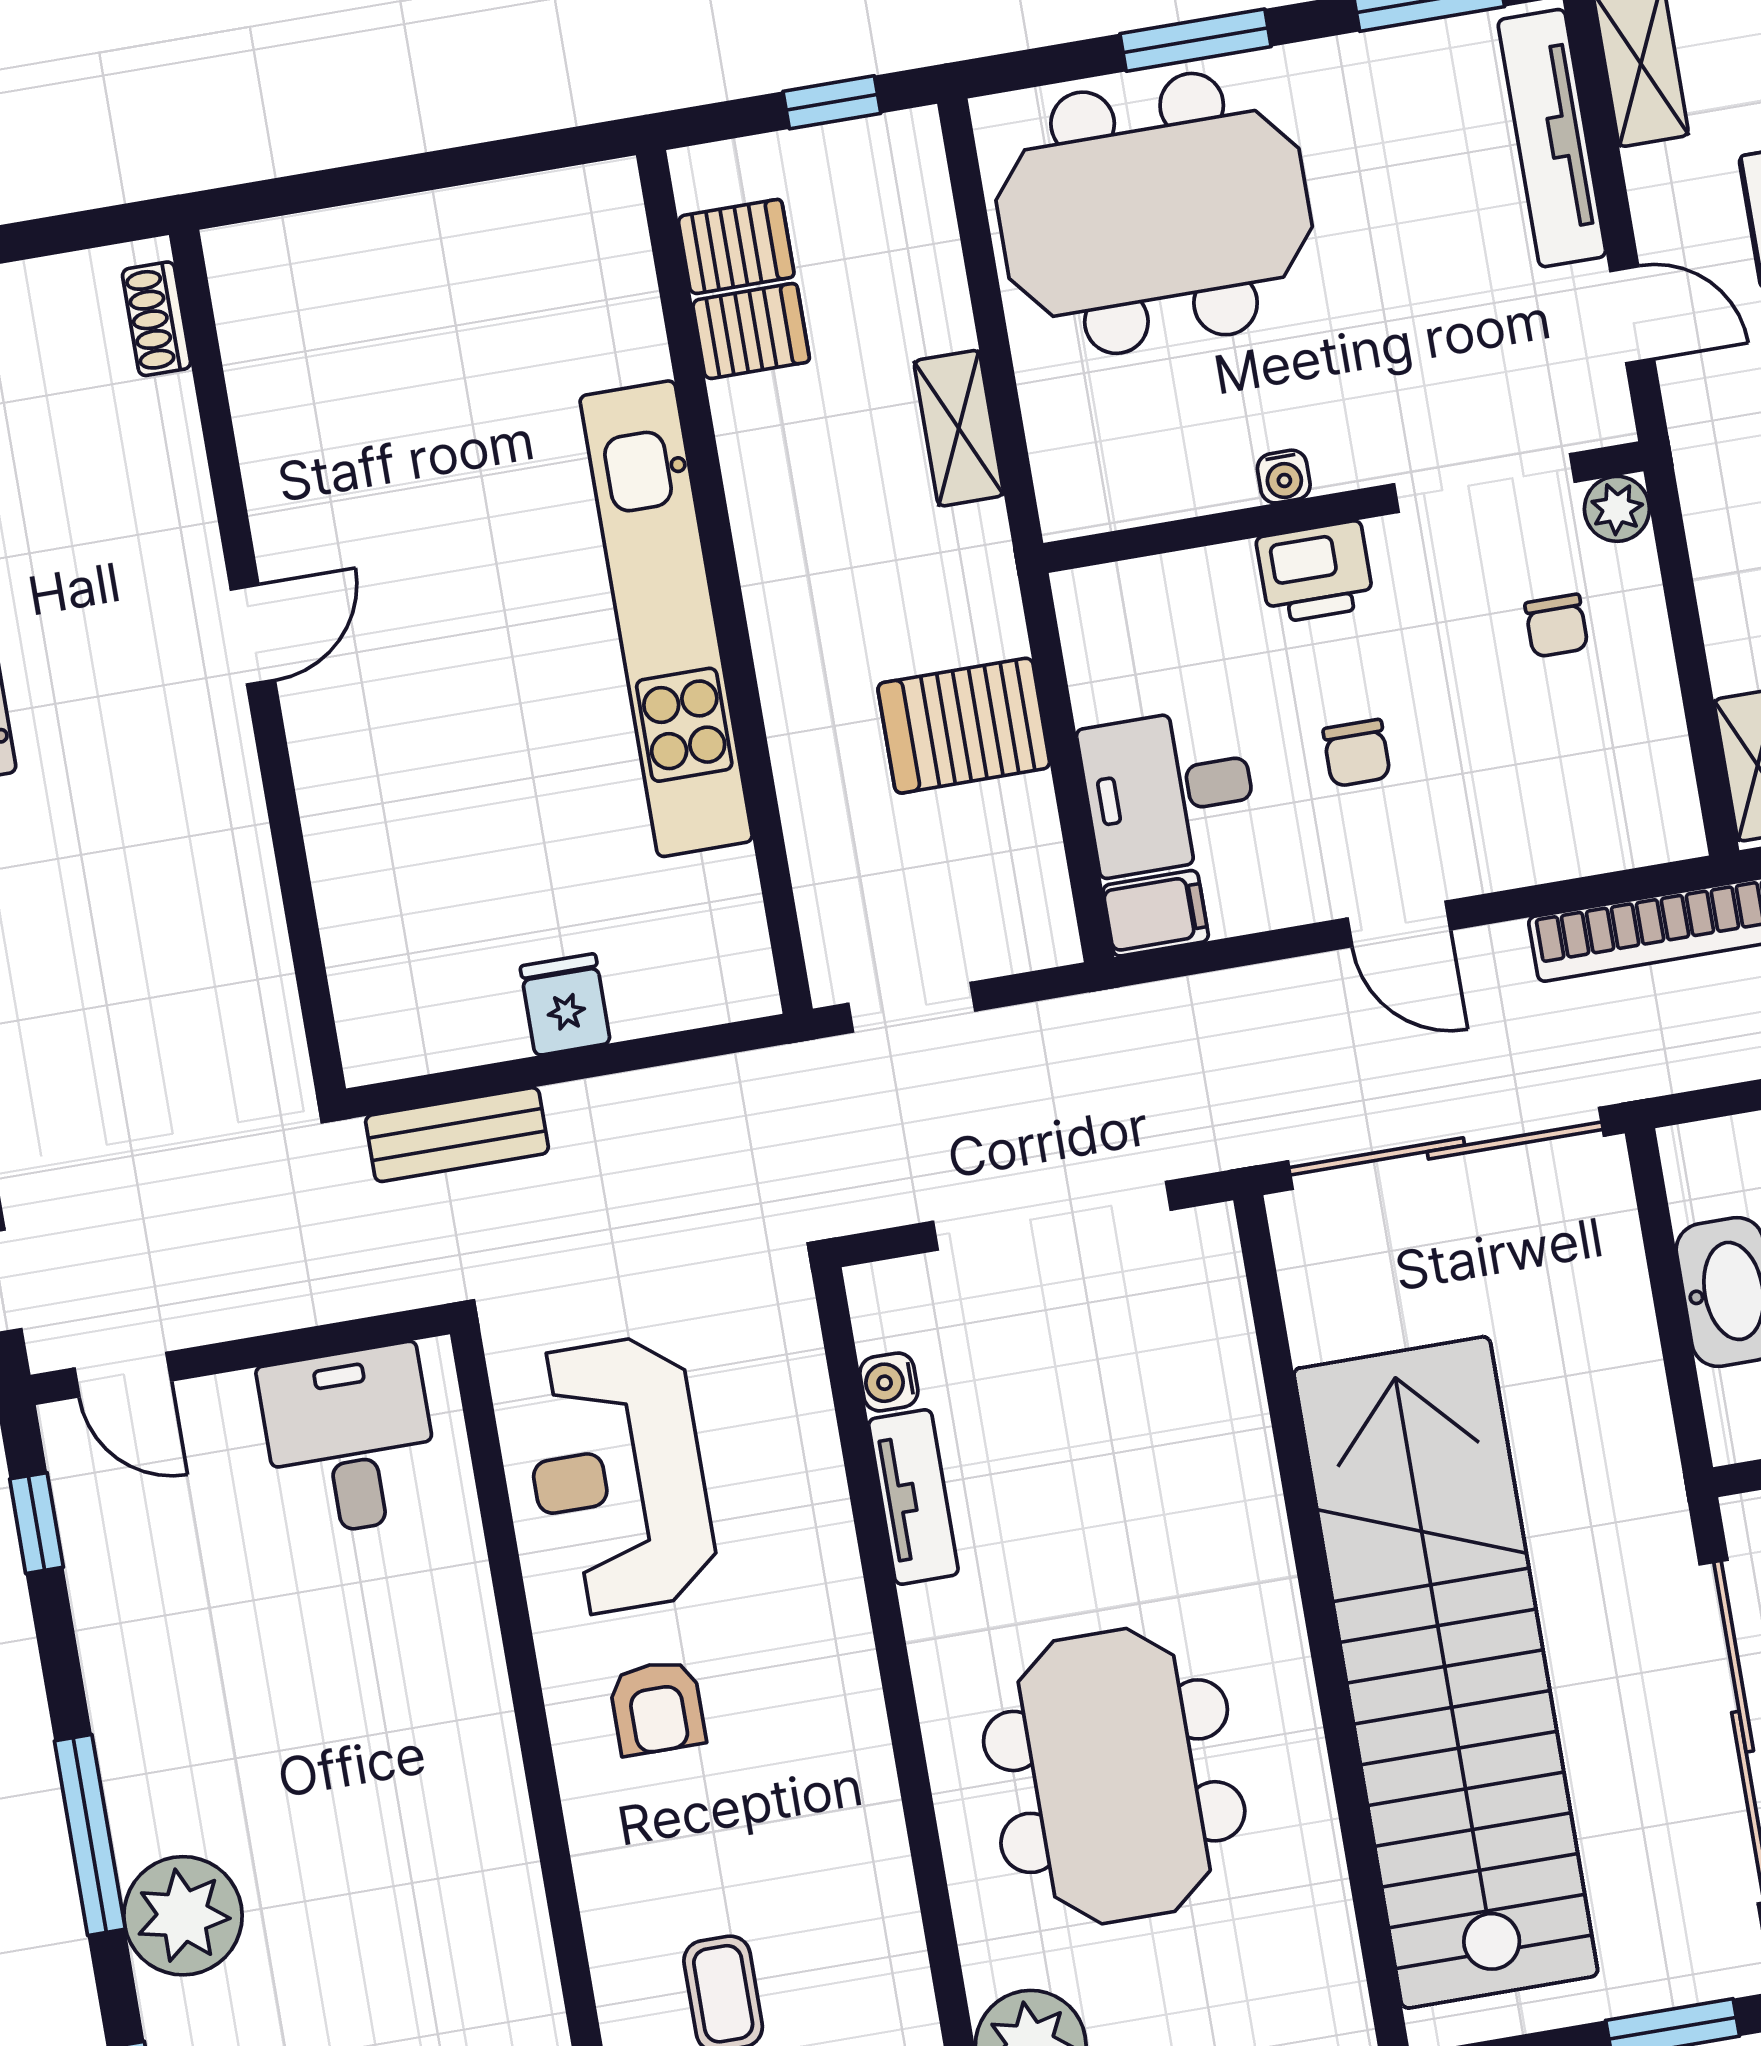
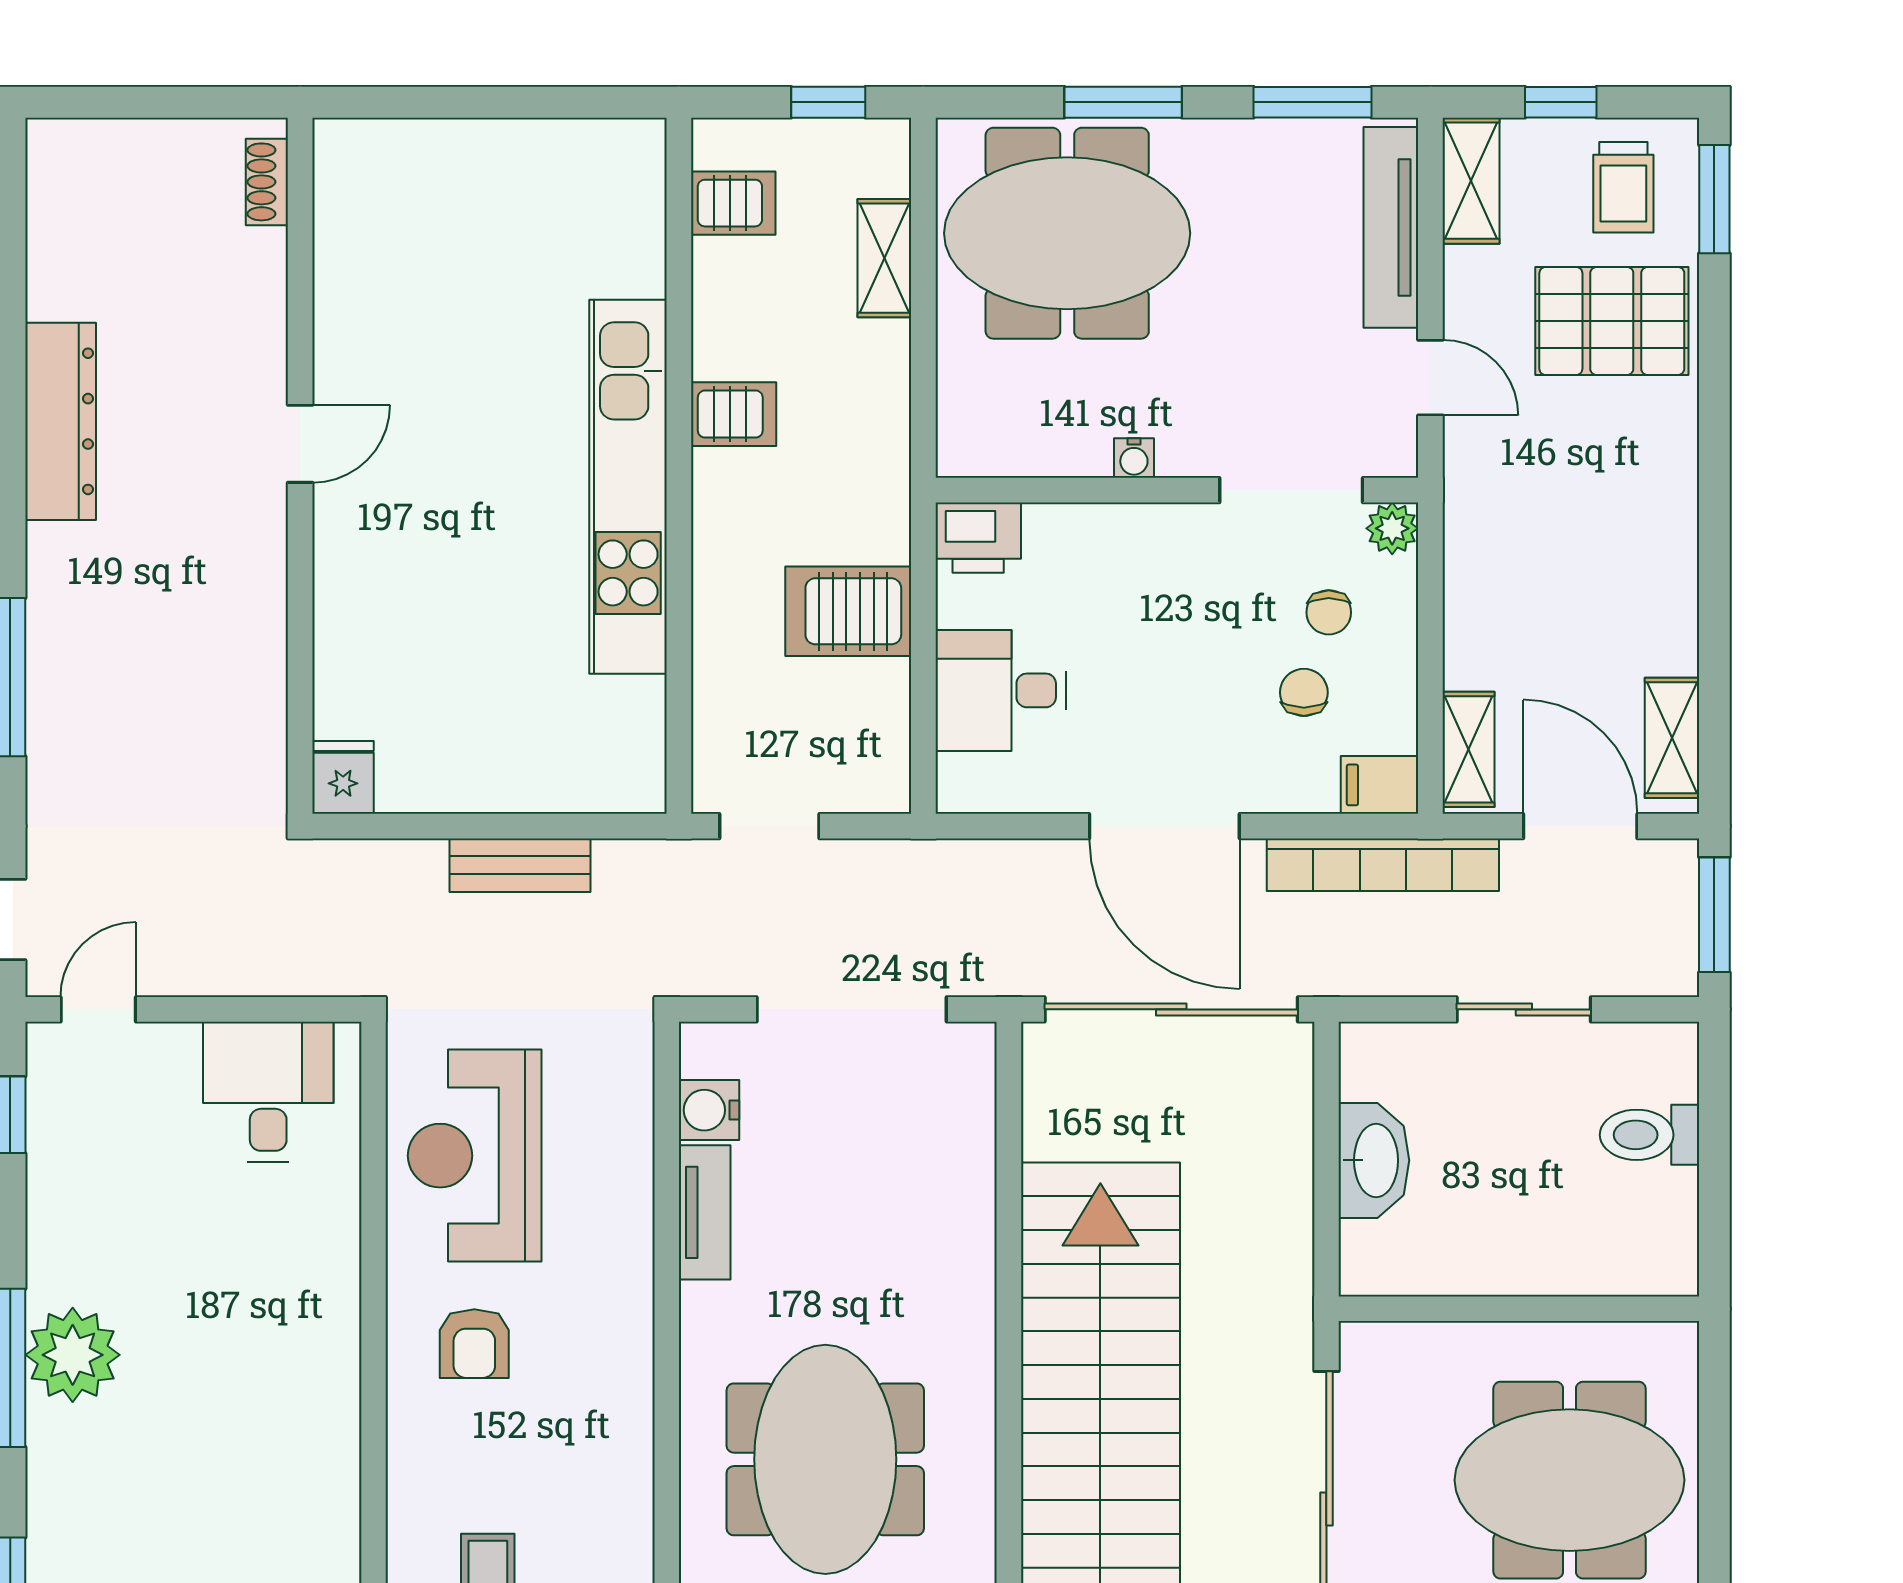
server rack: (751, 331) -> (734, 414), moved
shelving: (959, 428) -> (884, 258), moved
printer: (1315, 572) -> (978, 538), moved
chair: (1357, 753) -> (1304, 692), moved, turned 180
filing cabinet: (1156, 913) -> (1379, 785), moved, turned 180
door: (1399, 924) -> (1164, 826), width x1.88
fridge: (565, 1005) -> (343, 777), moved
bench: (457, 1135) -> (520, 865), moved
door: (123, 1375) -> (98, 1009), swing flipped
water cooler: (889, 1382) -> (709, 1110), width x1.38, depth x1.38
plant: (183, 1916) -> (73, 1355), moved

